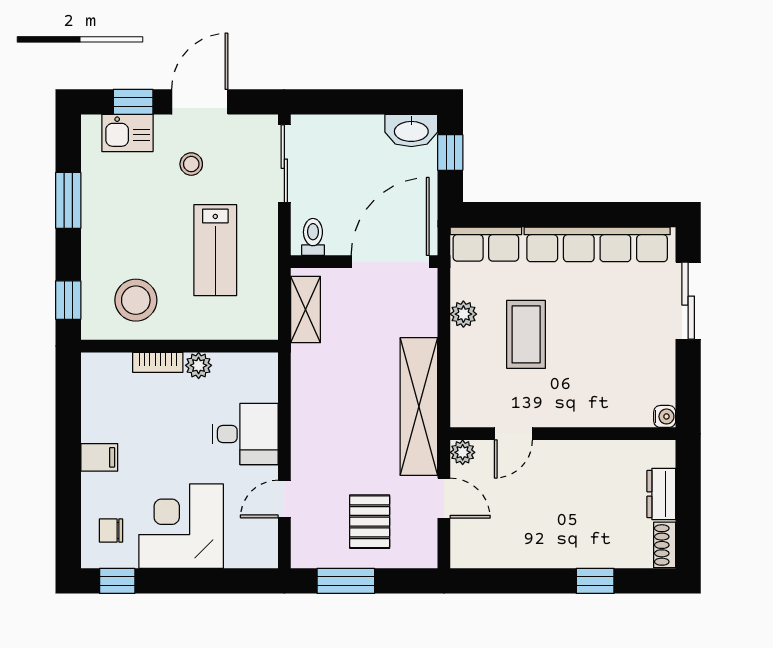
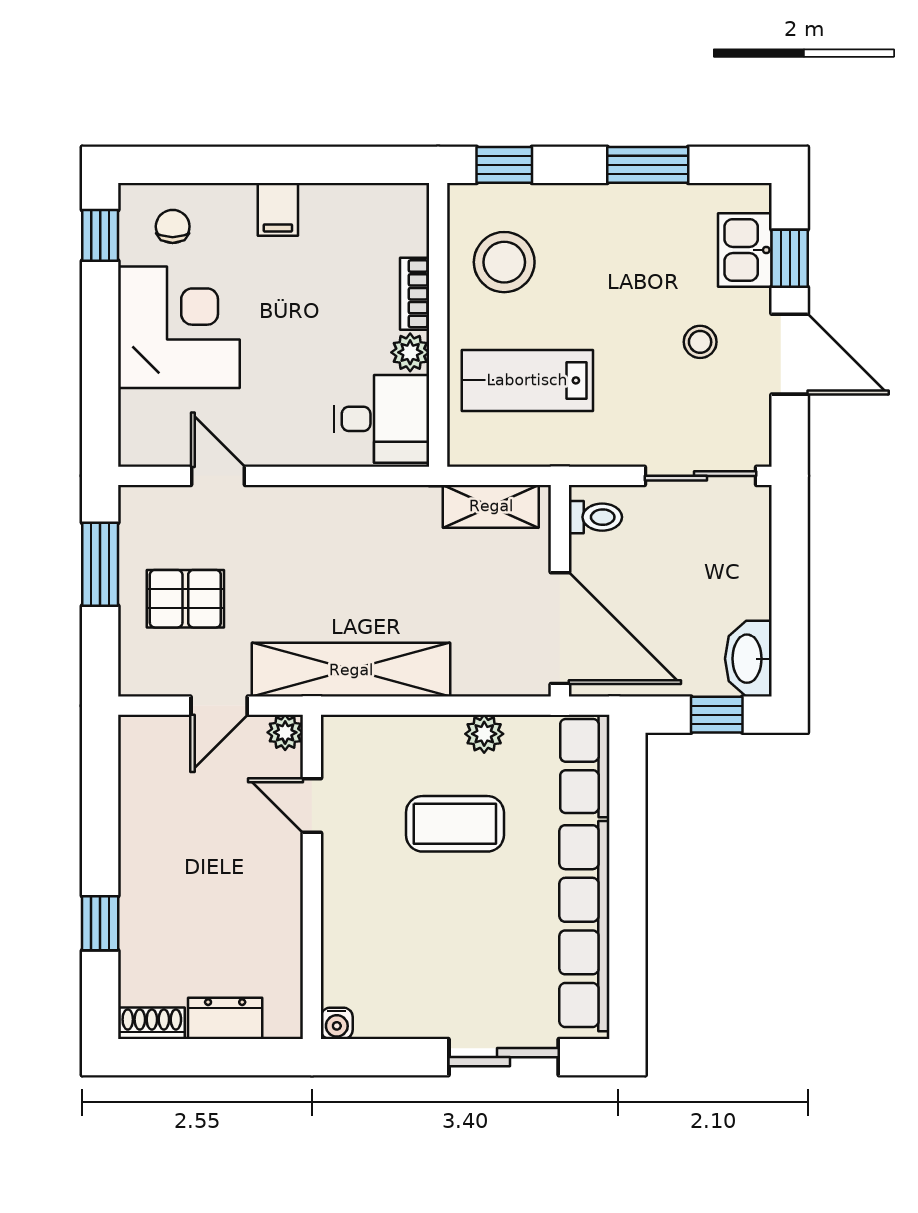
lab bench: (215, 250) -> (527, 380), moved
desk: (245, 434) -> (382, 419), moved, turned -90

